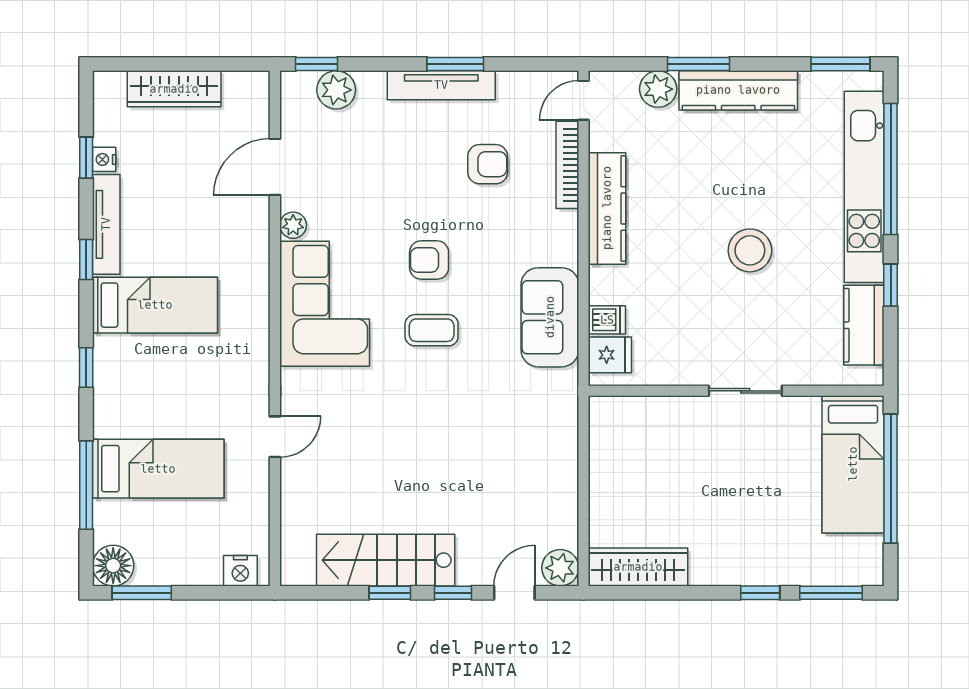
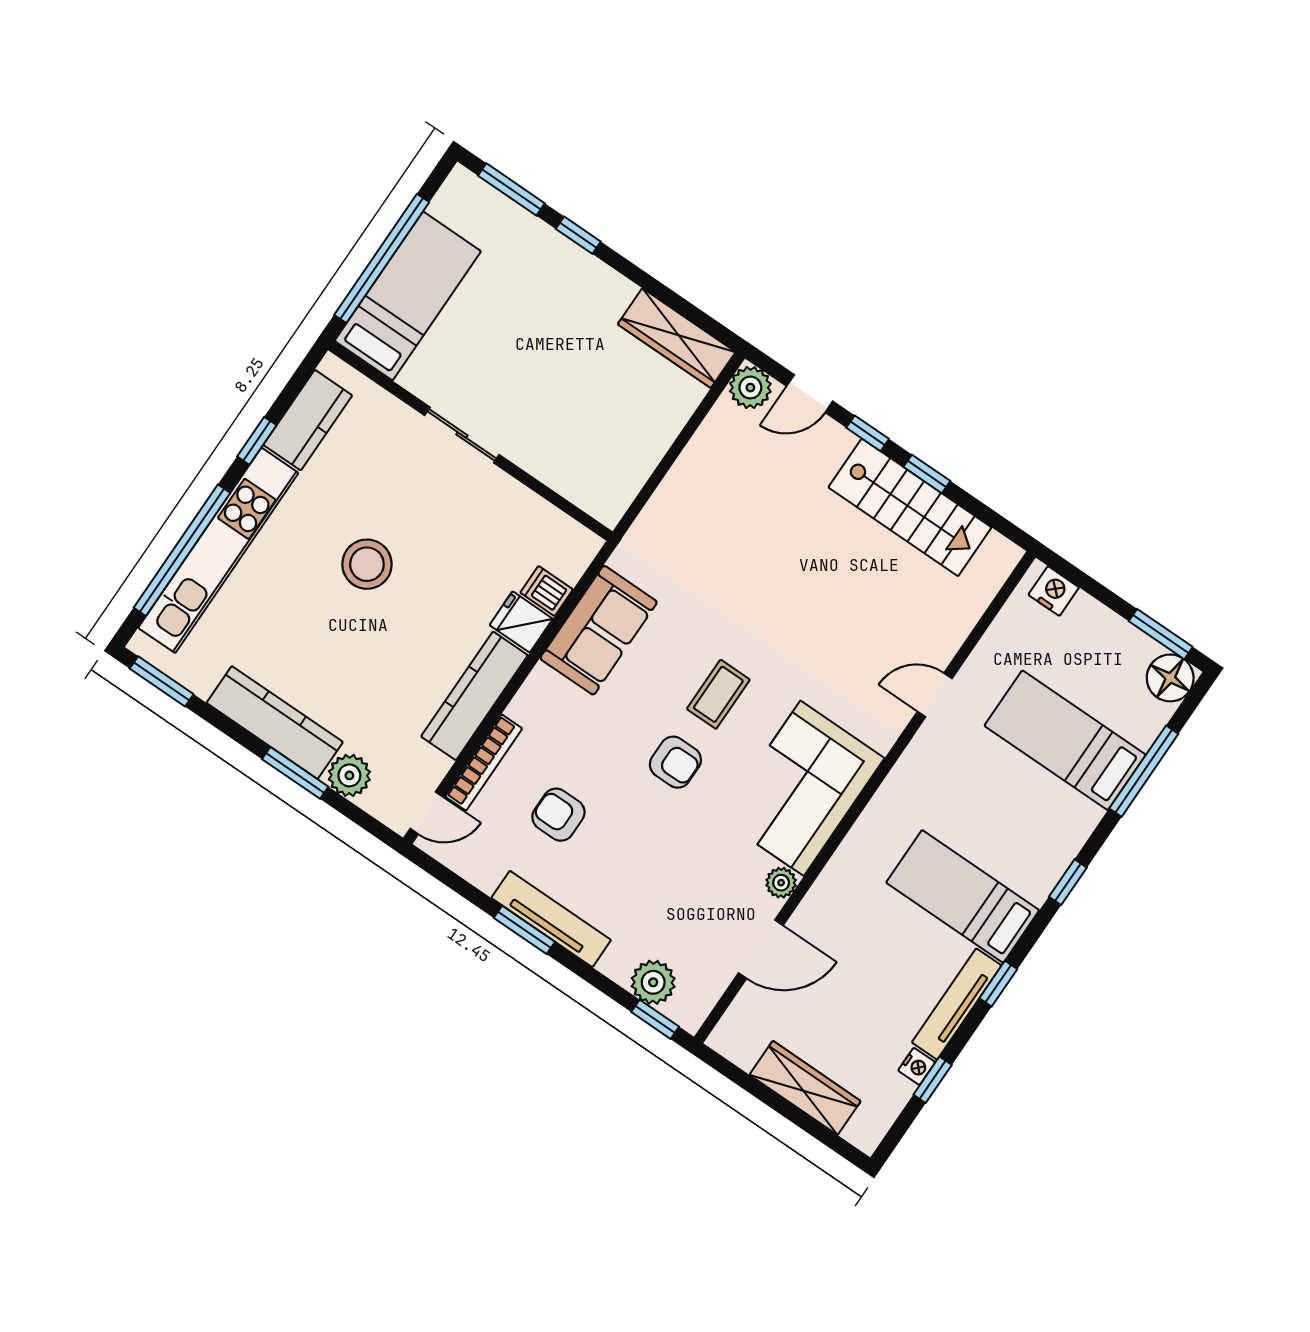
coffee table: (432, 330) -> (718, 694), turned 90
fridge: (610, 355) -> (521, 622), moved

